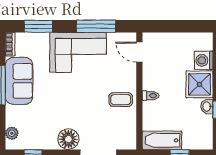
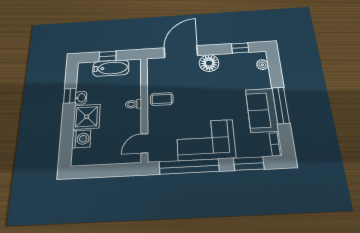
window: (96, 26) -> (189, 167), width x1.46
door: (139, 52) -> (144, 143), swing flipped
bathtub: (162, 140) -> (111, 68), moved

